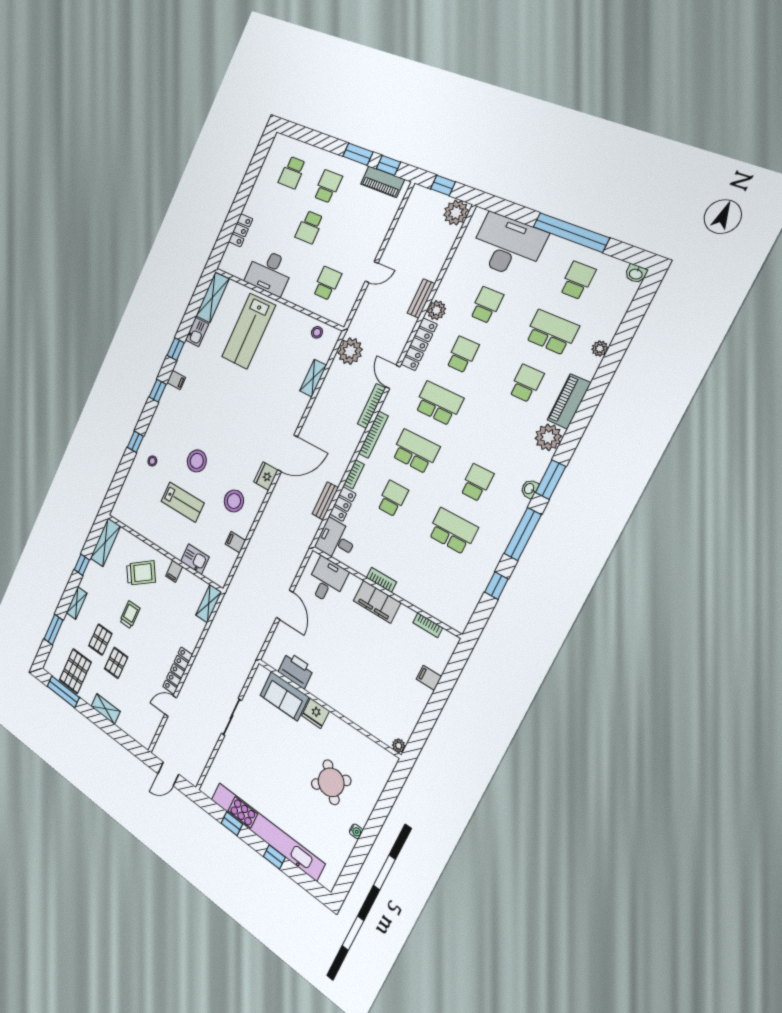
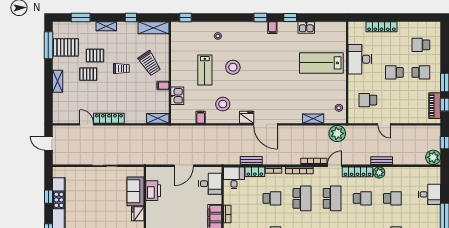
locker: (241, 230) -> (382, 27), width x1.53
desk: (507, 246) -> (430, 194), width x0.53, depth x0.77
school desk: (327, 283) -> (368, 100), turned 180
shelving: (213, 297) -> (330, 28), removed
window: (135, 442) -> (186, 17), moved

